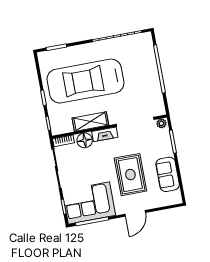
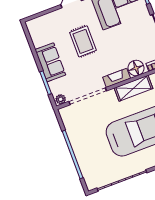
sofa: (168, 174) -> (50, 62), moved
rug: (130, 175) -> (83, 41), width x0.73, depth x0.70

